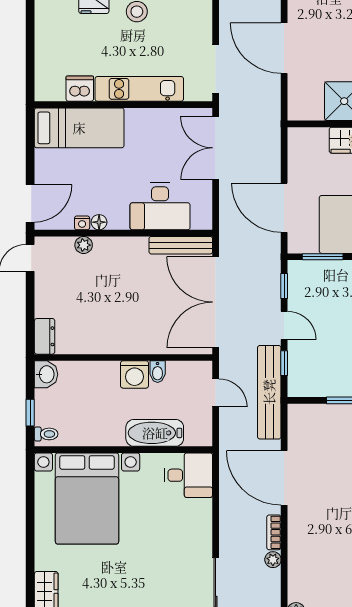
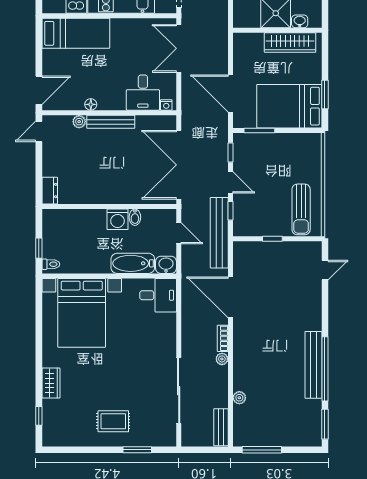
desk: (160, 206) -> (143, 93), width x0.73
nightstand: (82, 223) -> (166, 105), moved
bench: (181, 245) -> (111, 122), moved
washbasin: (46, 374) -> (166, 265), moved, turned -90

